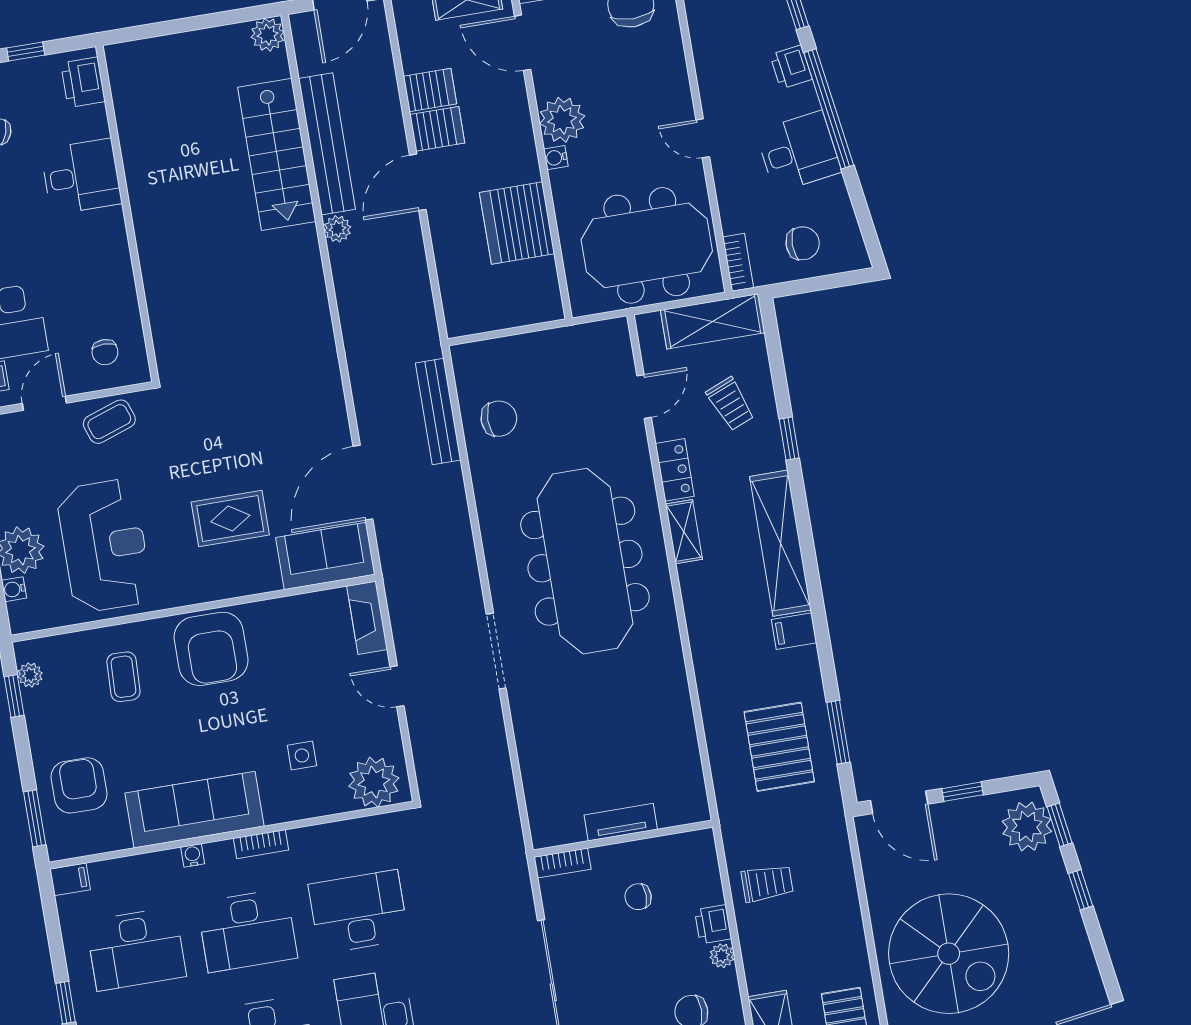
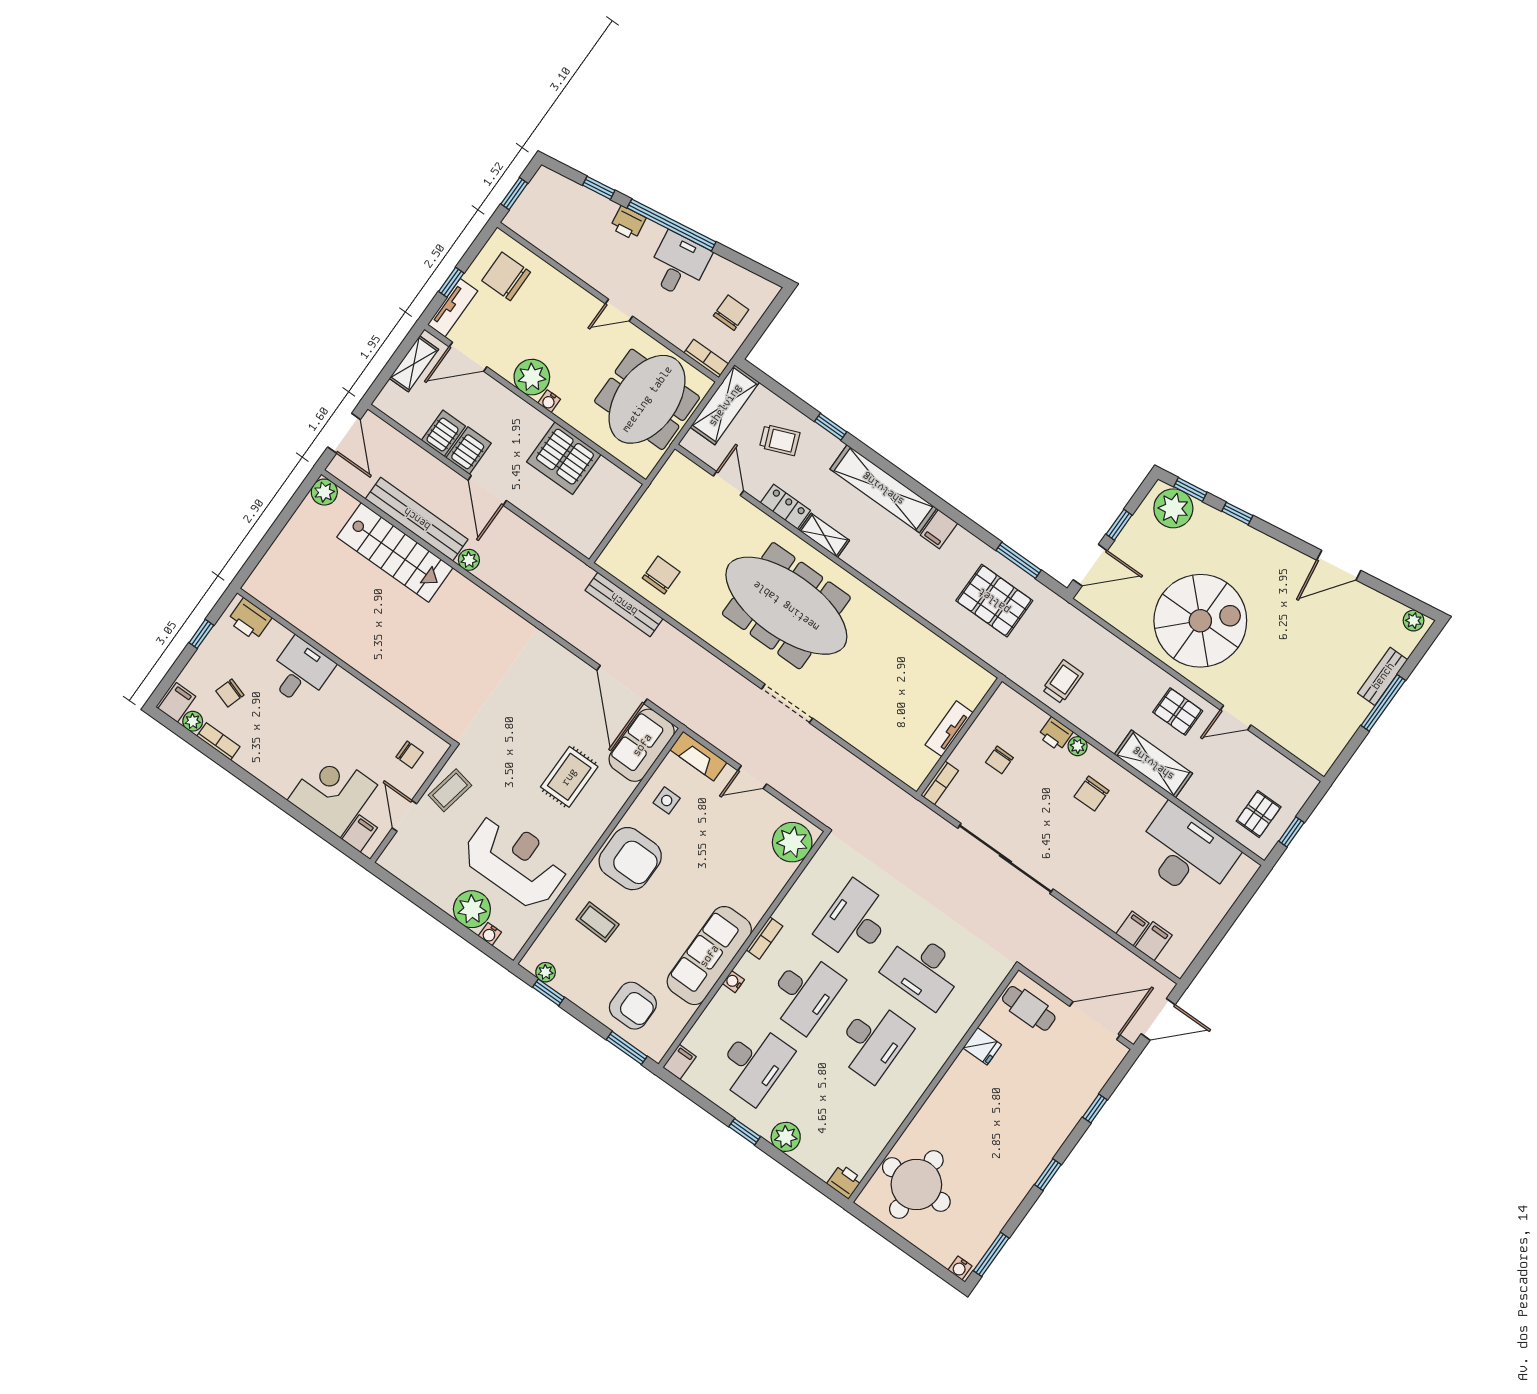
coffee table: (109, 422) -> (450, 790), turned 30
side table: (302, 756) -> (667, 800), moved
armchair: (79, 785) -> (633, 1006), turned 180

